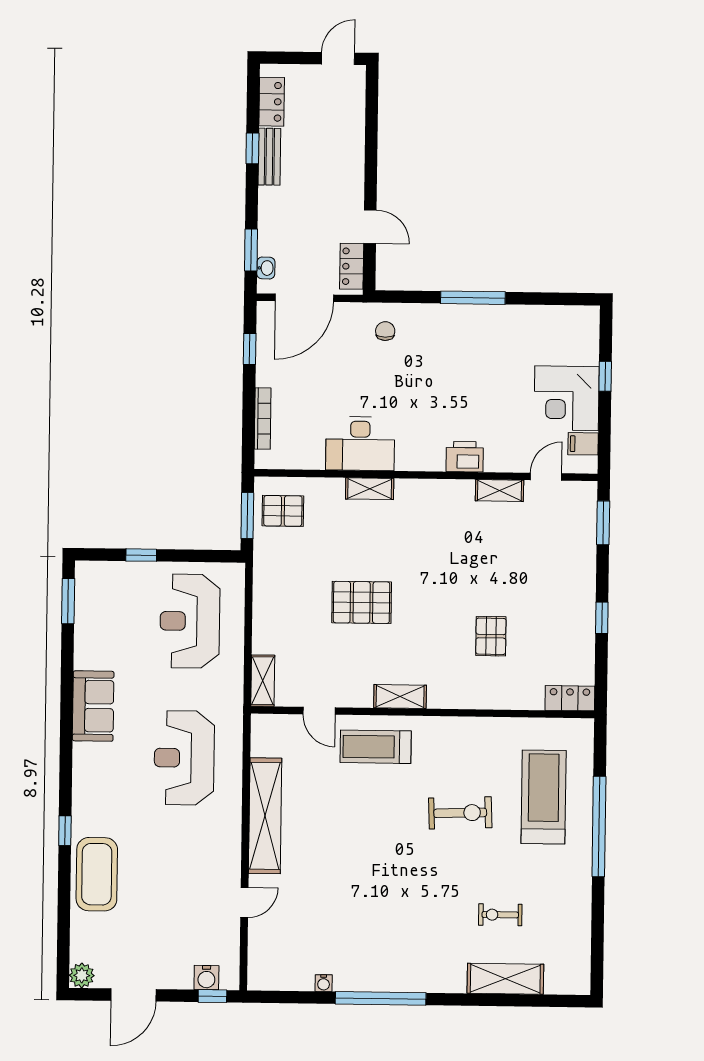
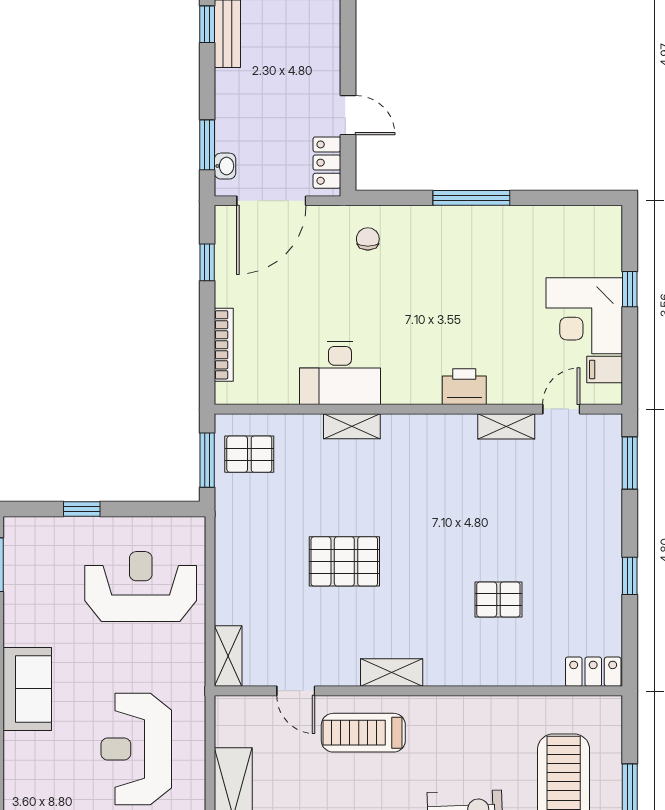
reception desk: (190, 621) -> (141, 587), turned 90
pallet: (491, 636) -> (498, 599), turned 90

